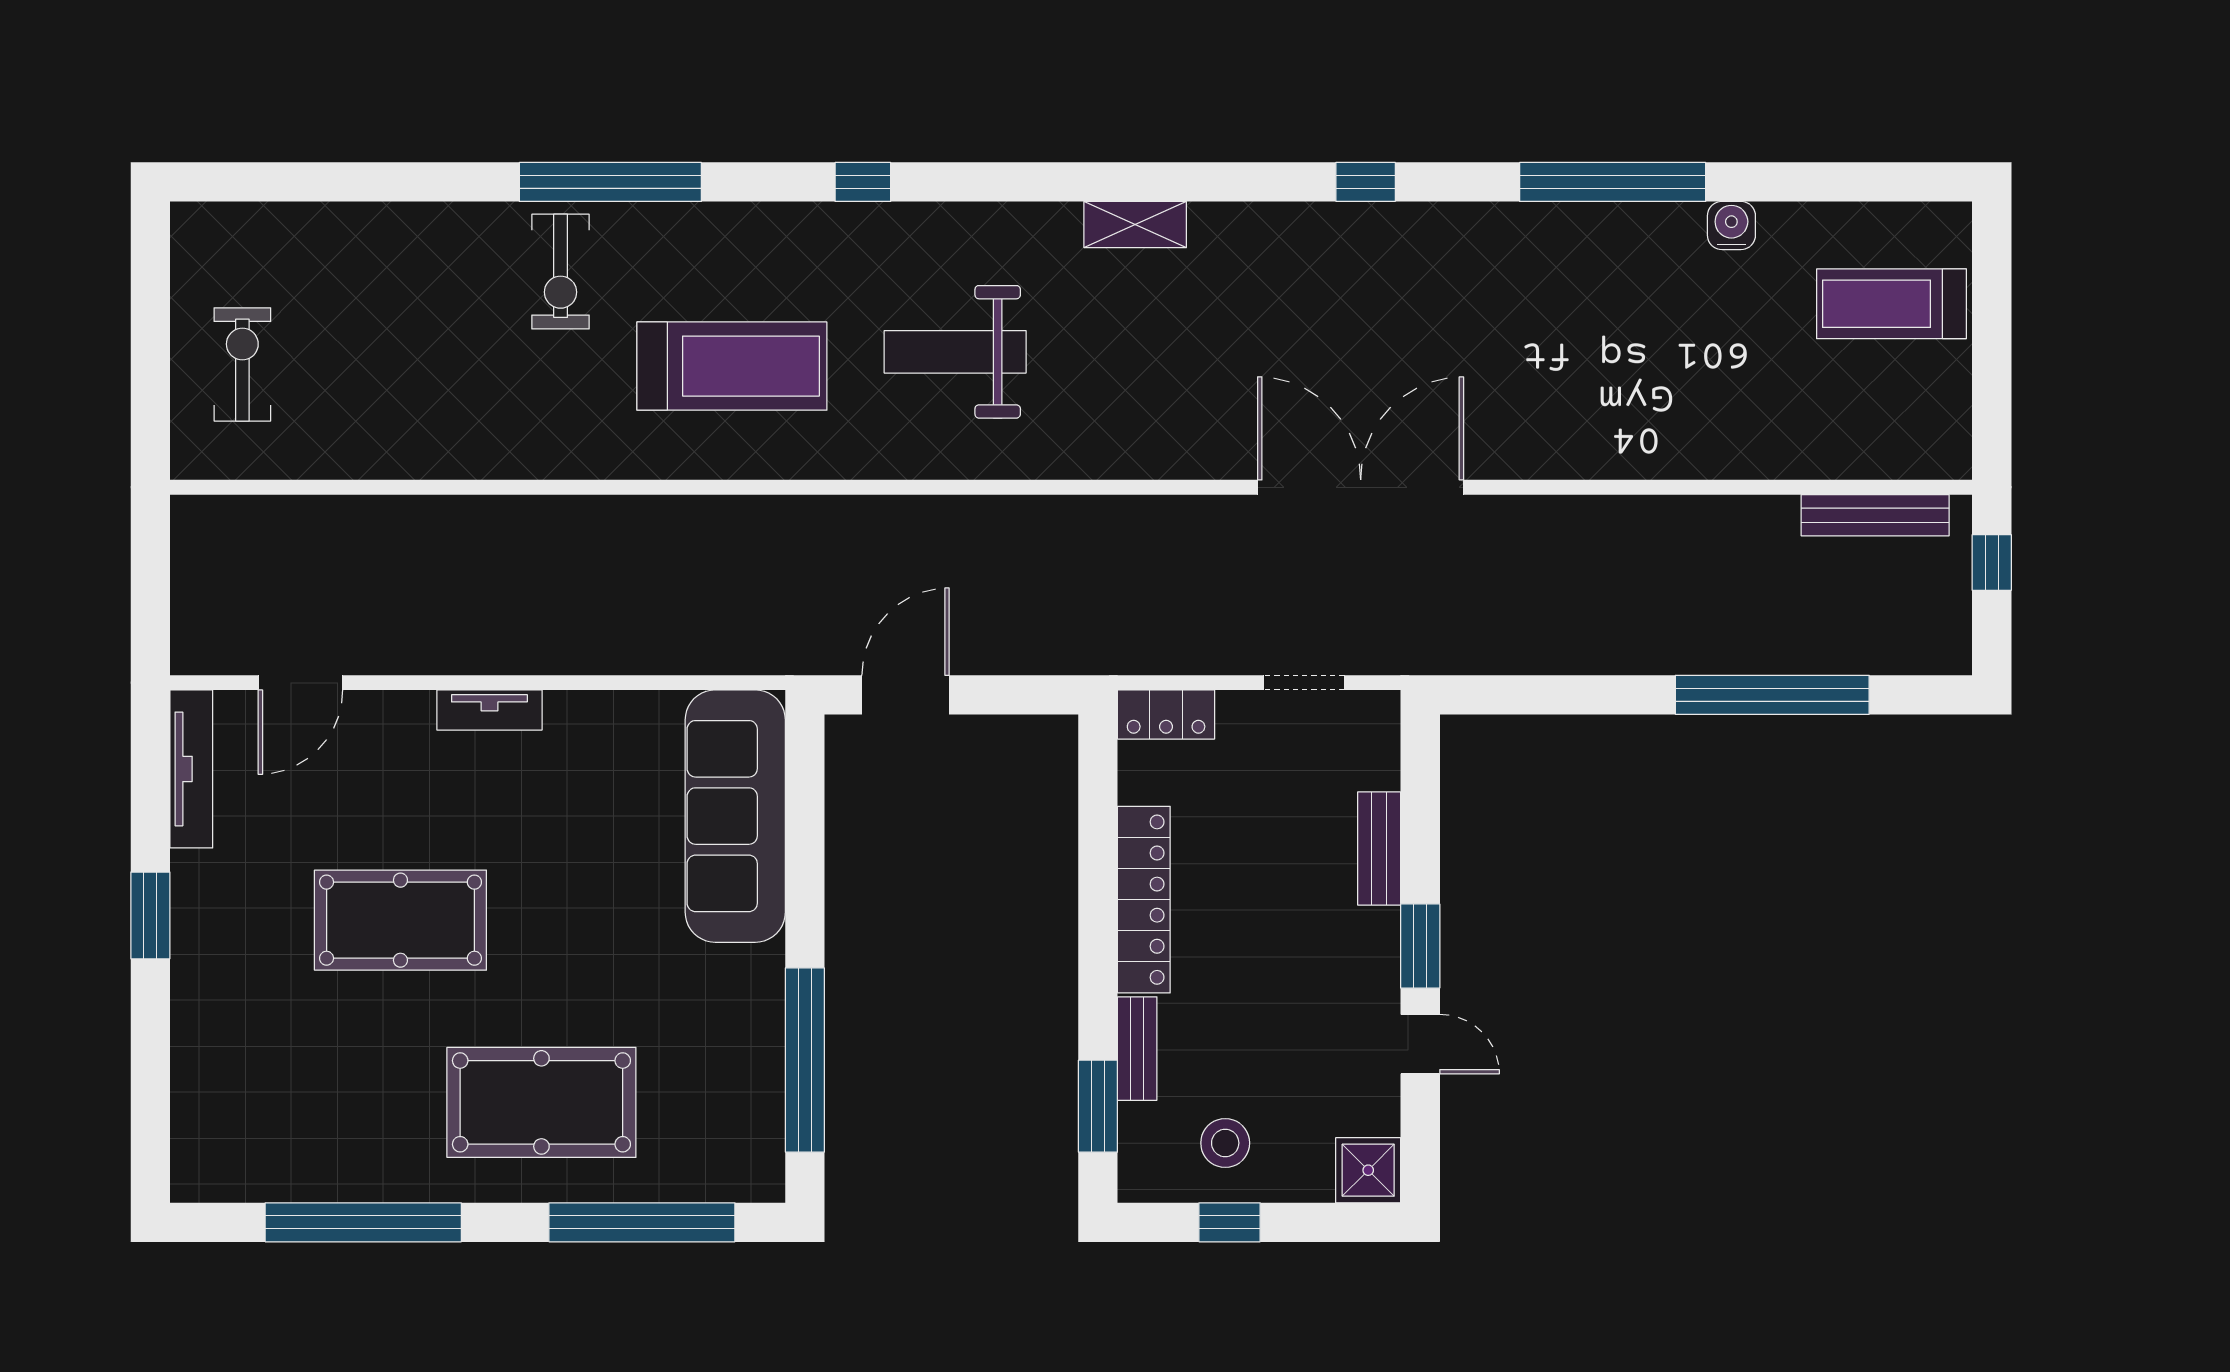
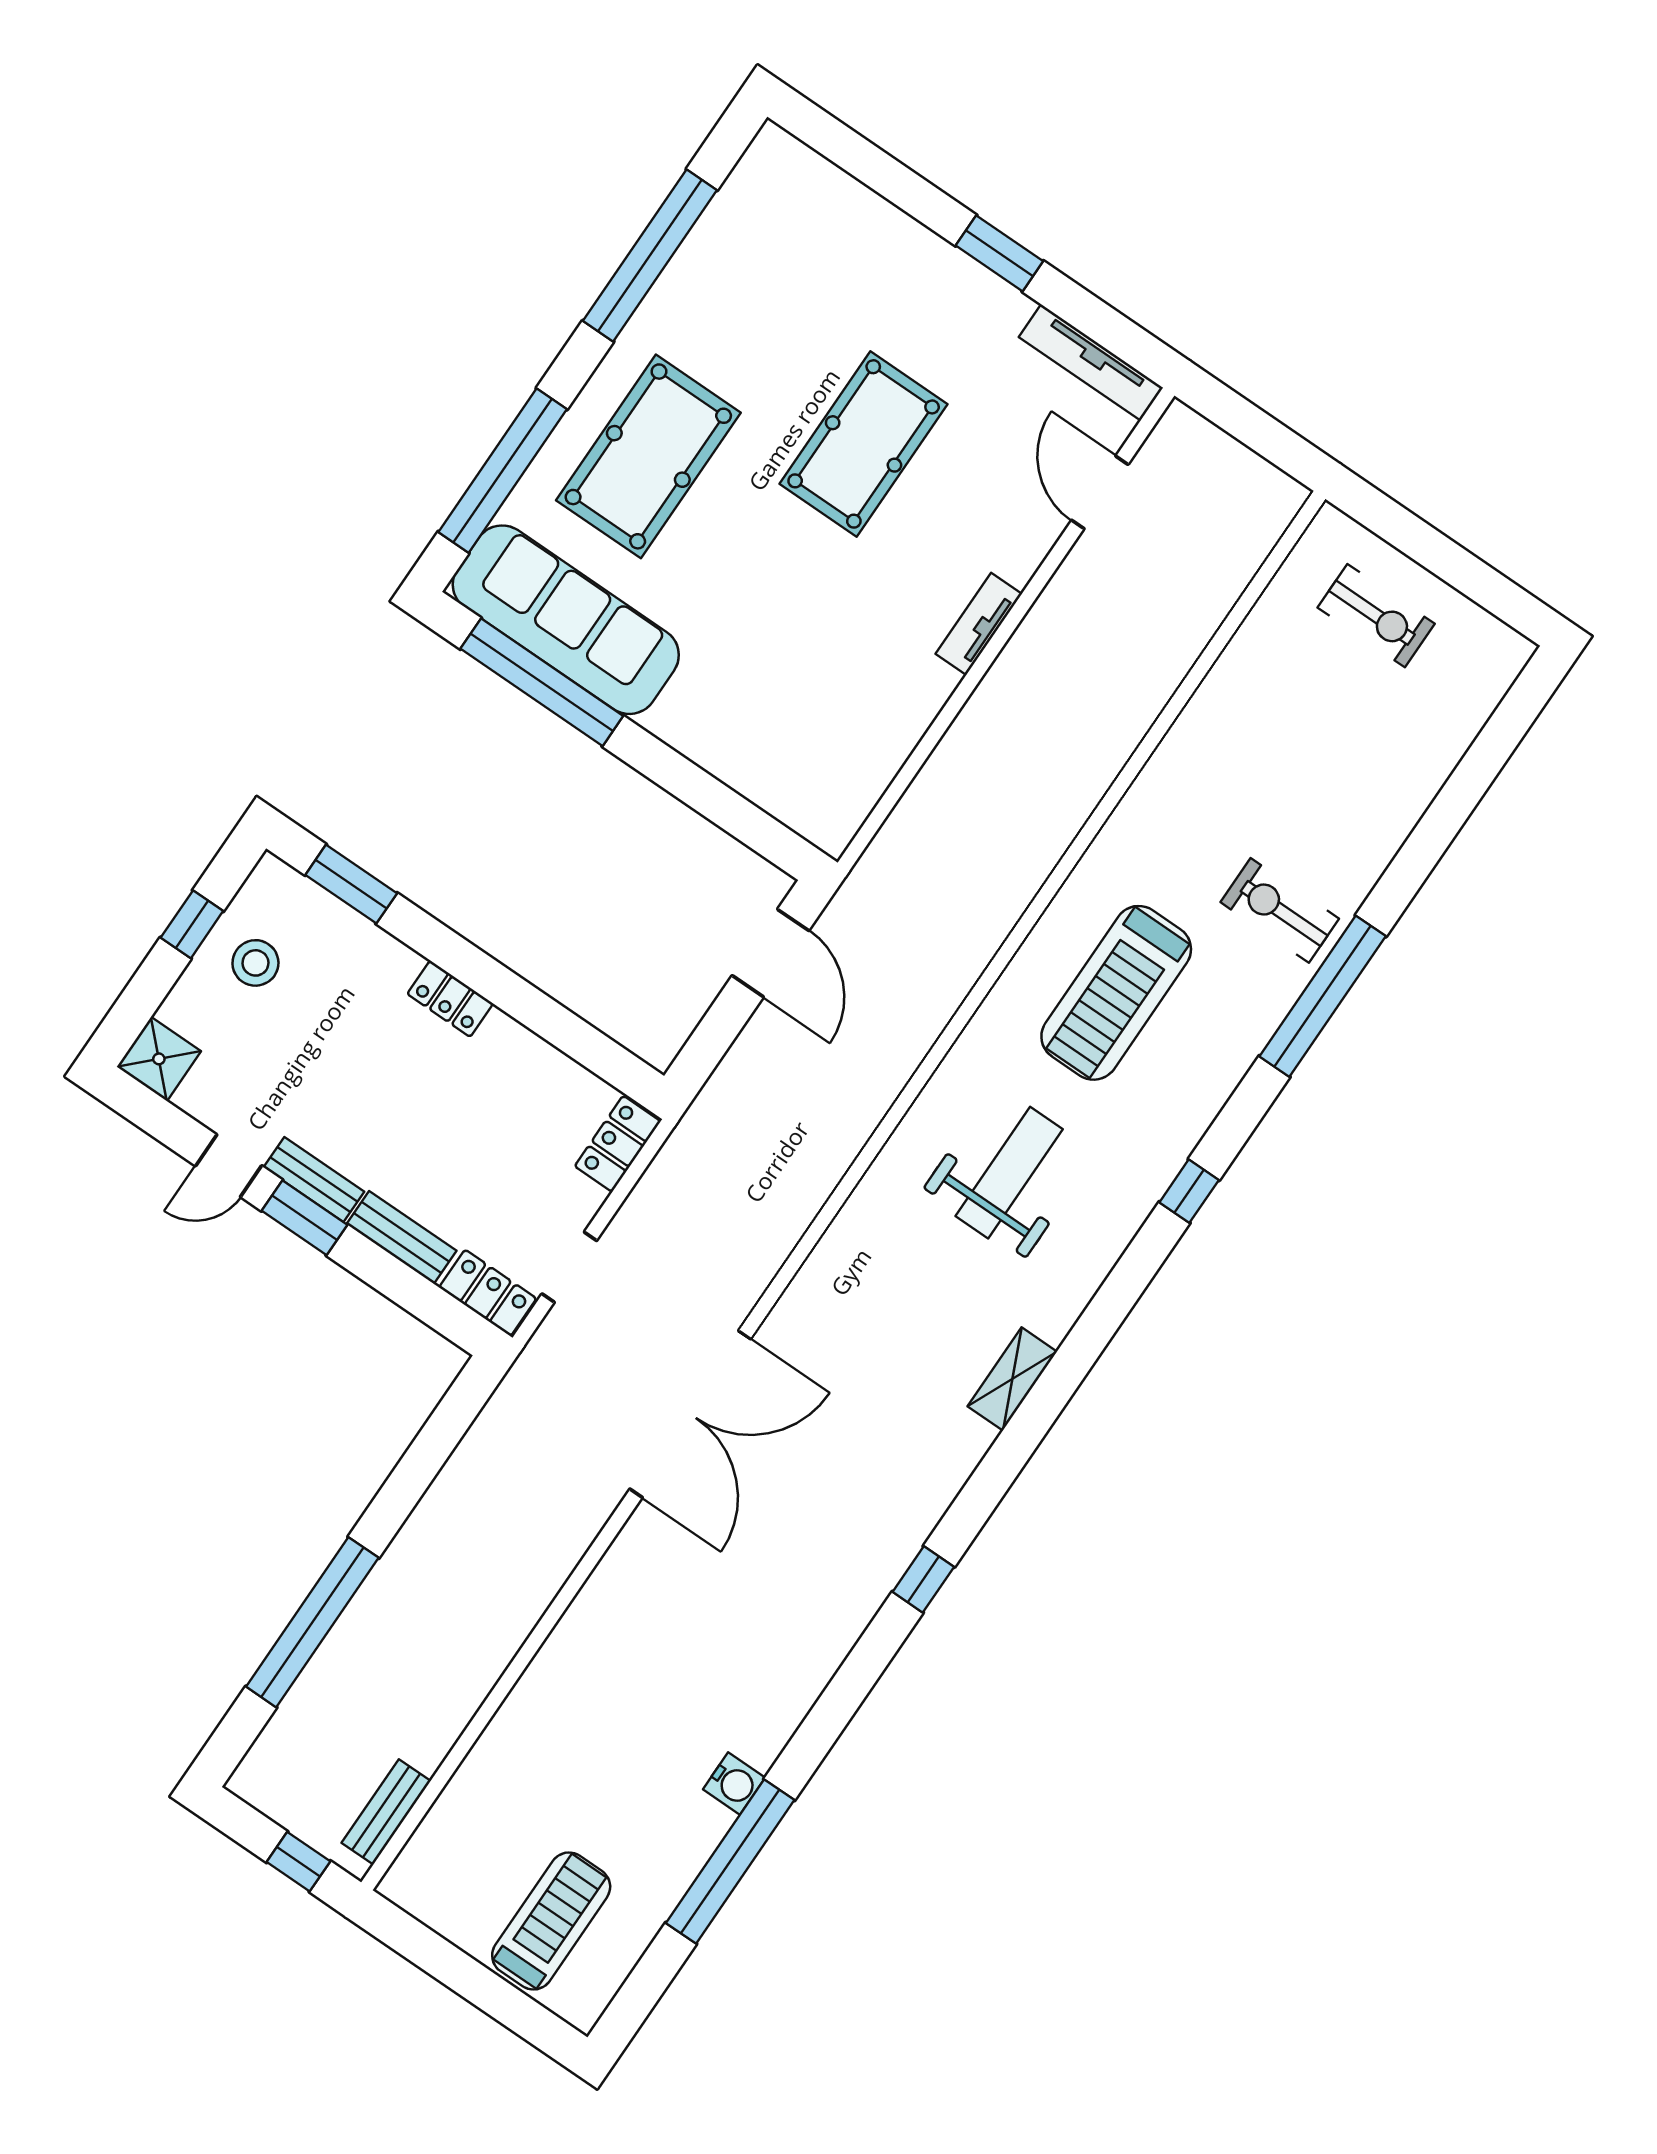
window: (1613, 182) -> (730, 1861), moved
water cooler: (1731, 226) -> (734, 1783), moved
bench: (1875, 515) -> (386, 1812), width x0.73
locker: (1376, 739) -> (488, 1293), added
sofa: (735, 816) -> (566, 620), moved
locker: (1144, 900) -> (450, 999), width x0.46, depth x0.83
bench: (1137, 1049) -> (314, 1180), moved

